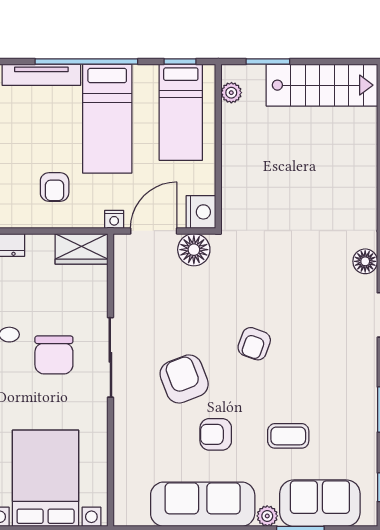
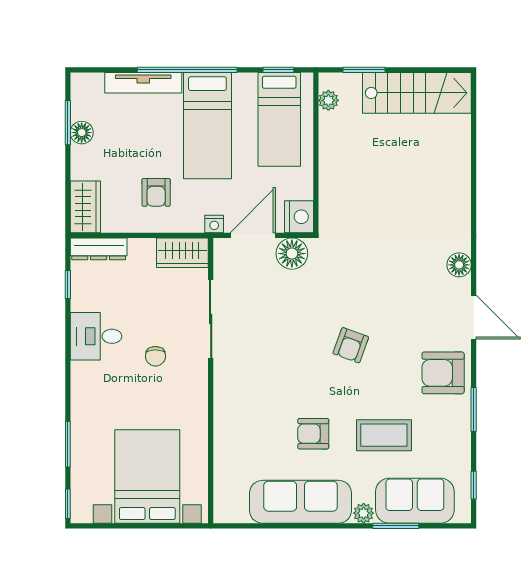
chair: (54, 355) -> (155, 356), width x0.54, depth x0.54
sliding door: (110, 357) -> (211, 319), moved
armchair: (184, 379) -> (443, 373), moved, turned -69
coffee table: (288, 436) -> (384, 435), width x1.36, depth x1.30

